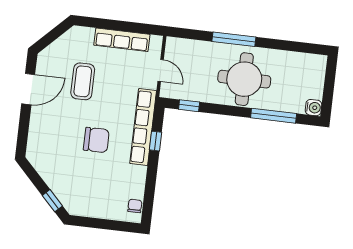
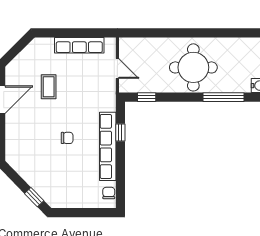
window: (234, 39) -> (180, 33), removed
coffee table: (83, 81) -> (49, 87), width x0.73, depth x0.77
row of seats: (143, 127) -> (108, 146), moved
chair: (96, 140) -> (67, 138), width x0.54, depth x0.54

